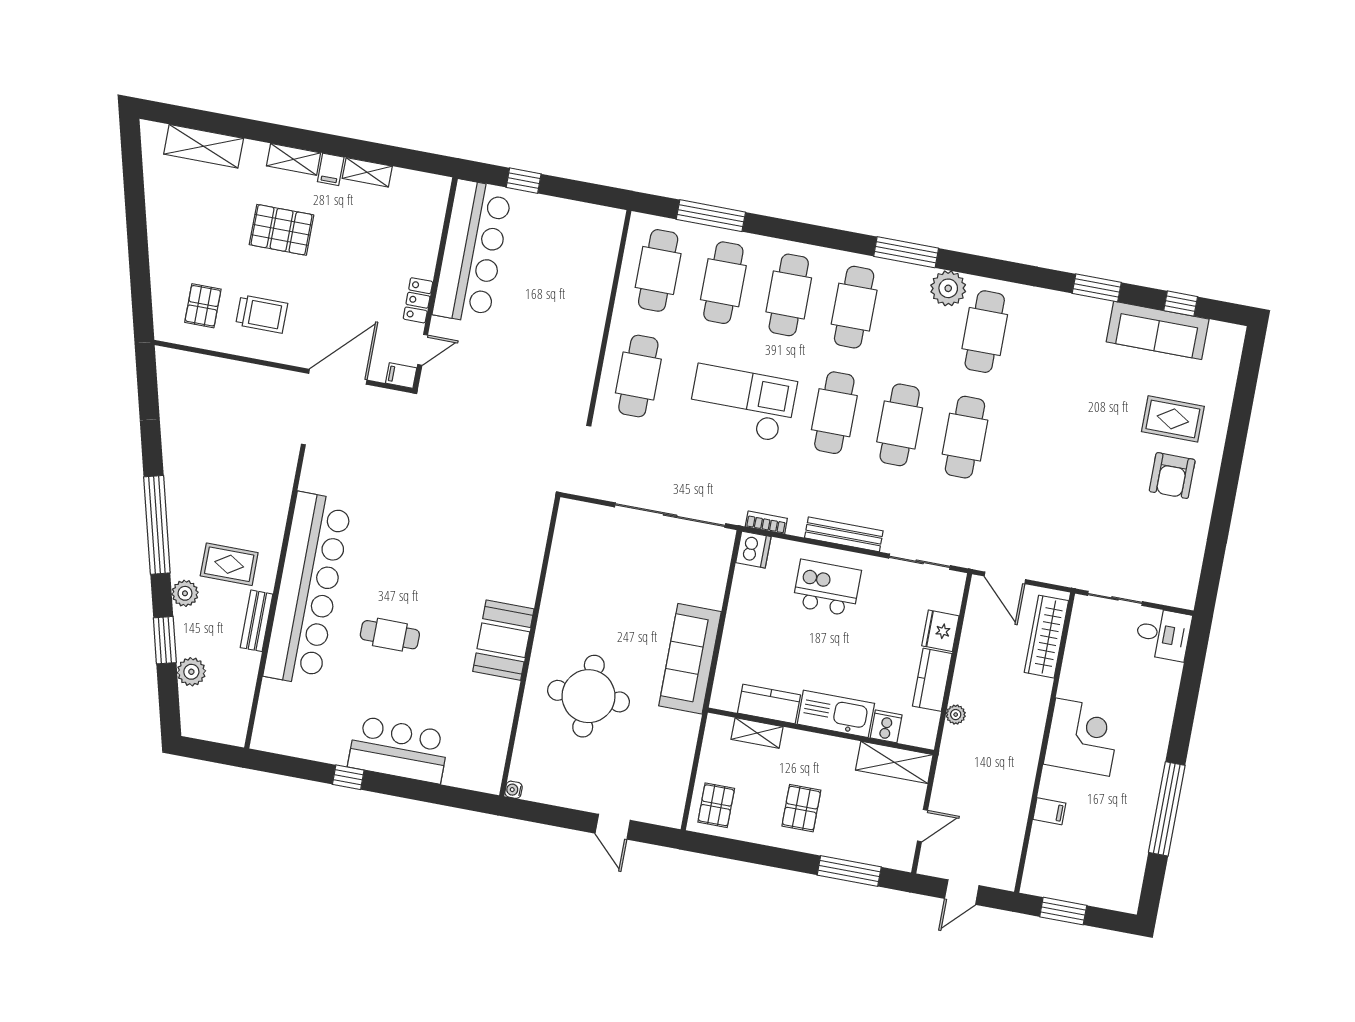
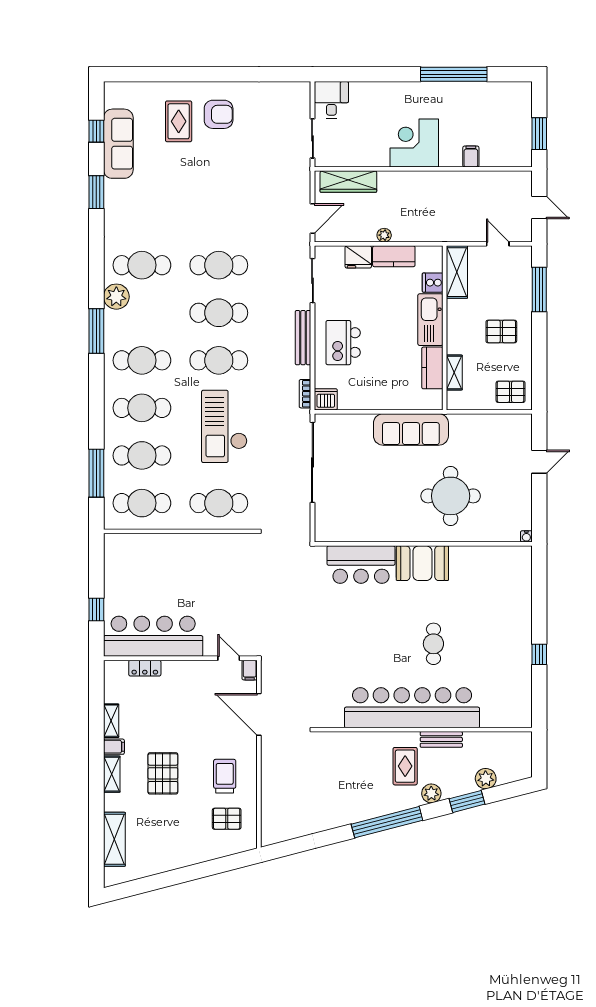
locker: (418, 300) -> (145, 668), moved
plant: (956, 715) -> (384, 235), moved
bar counter: (399, 750) -> (361, 565), moved, turned -90

